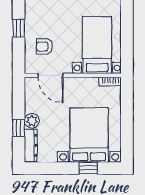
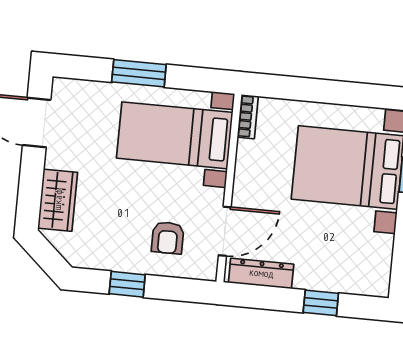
window: (127, 24) -> (139, 73), added
plant: (32, 121) -> (309, 276), removed
dresser: (31, 145) -> (261, 273), moved

